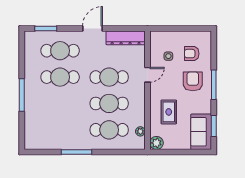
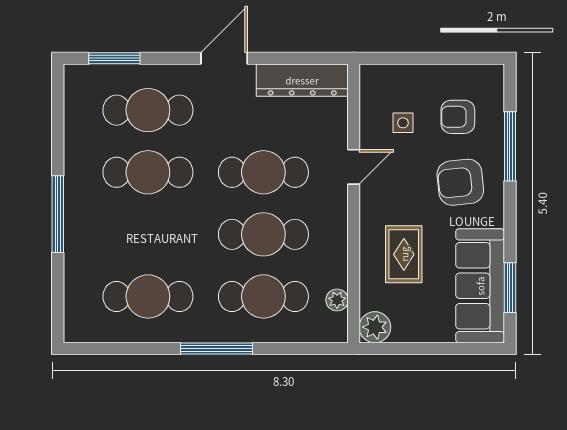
armchair: (193, 81) -> (460, 182), turned -96
window: (214, 85) -> (510, 146), moved
cafe table: (60, 130) -> (148, 296), added
sofa: (201, 132) -> (480, 286), width x1.36
window: (77, 152) -> (217, 348), moved

